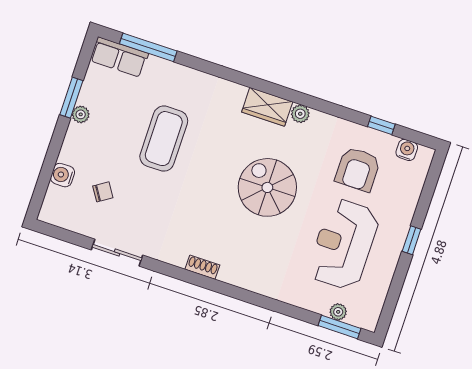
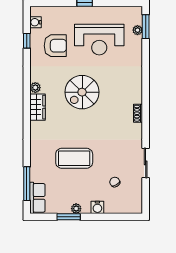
water cooler: (63, 175) -> (97, 207), moved

